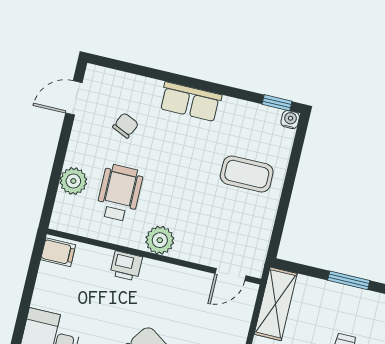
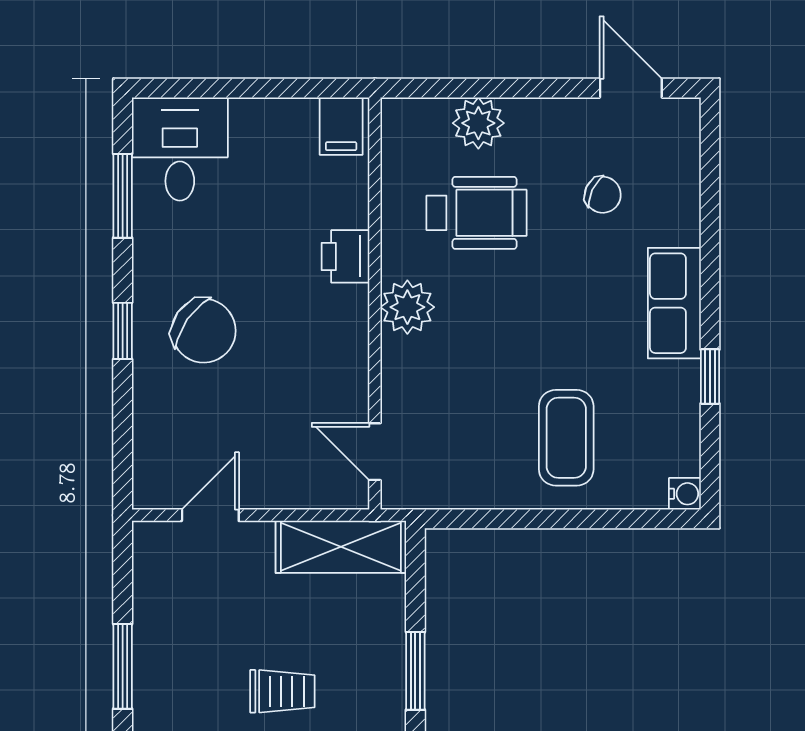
window: (277, 103) -> (710, 376), moved

